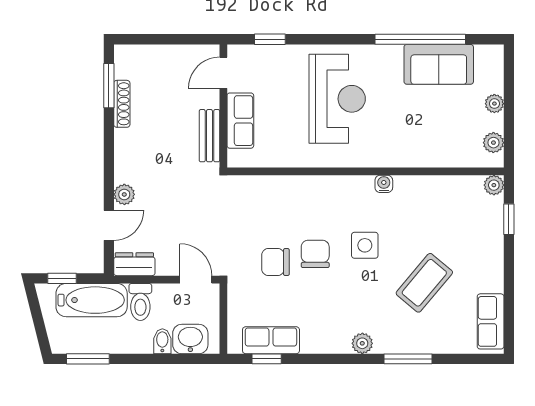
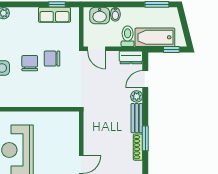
window: (109, 86) -> (145, 138), moved
row of seats: (240, 121) -> (72, 138), removed
bench: (209, 136) -> (137, 118), moved
chair: (315, 254) -> (30, 63), turned 180
chair: (275, 262) -> (52, 59), turned 180

